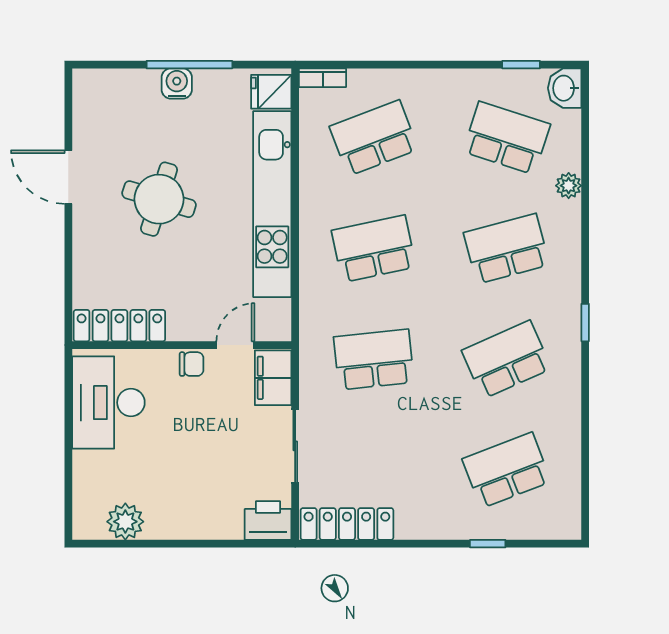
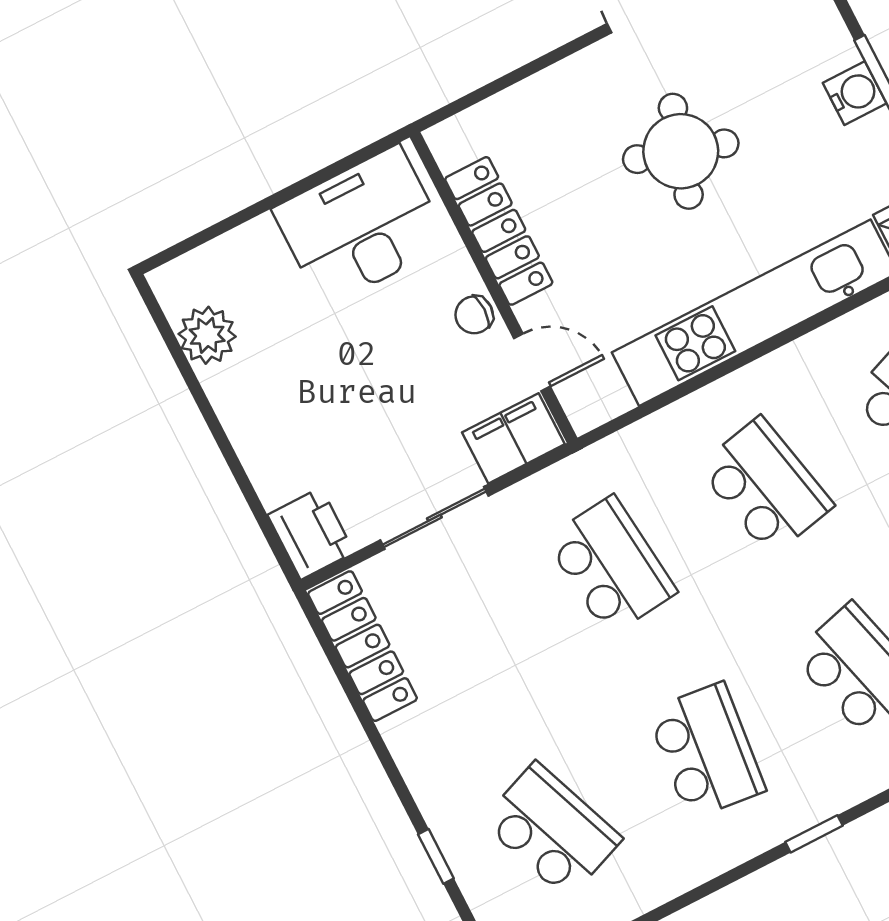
locker: (119, 326) -> (499, 231), moved
school desk: (507, 359) -> (706, 751), turned 30
chair: (192, 364) -> (474, 315), turned 90

